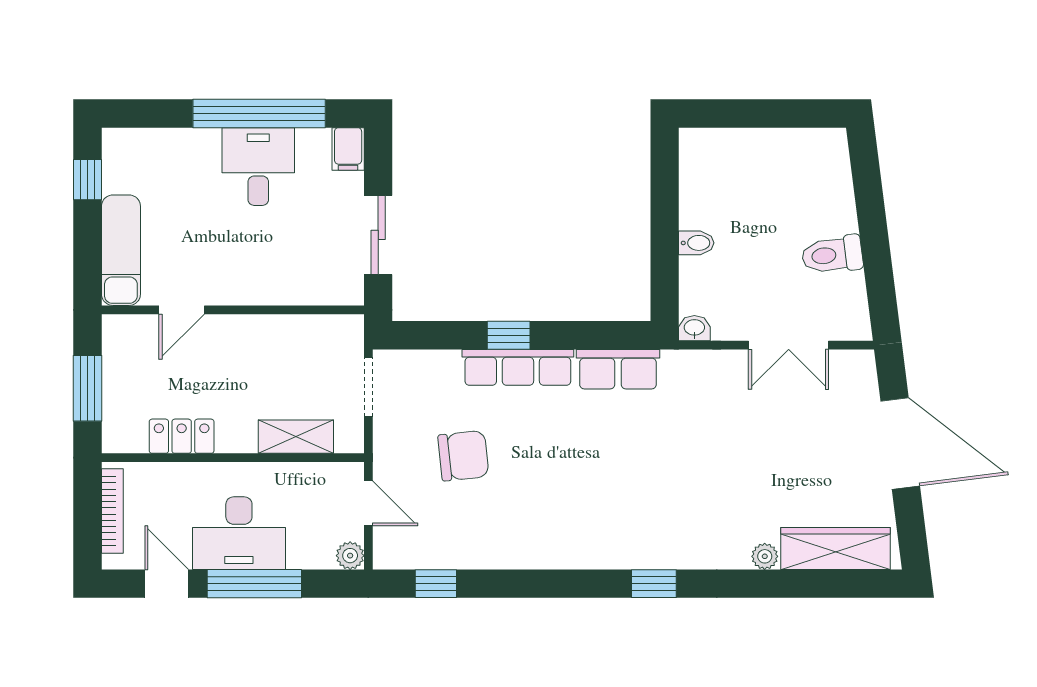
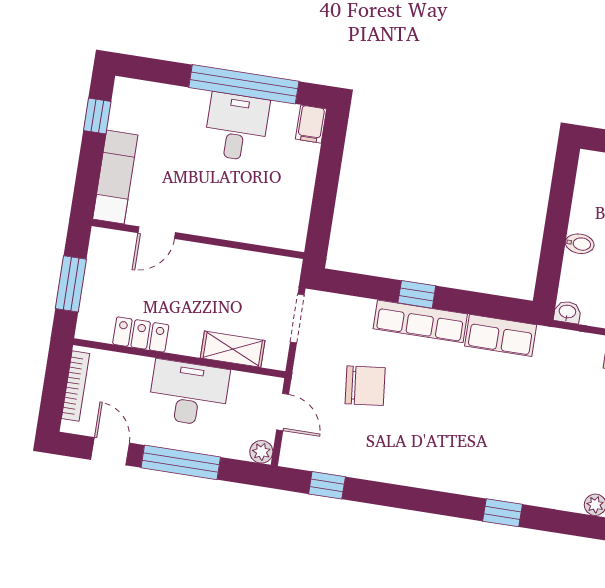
sliding door: (378, 235) -> (324, 197), removed
desk: (239, 533) -> (189, 393), moved, turned 180

